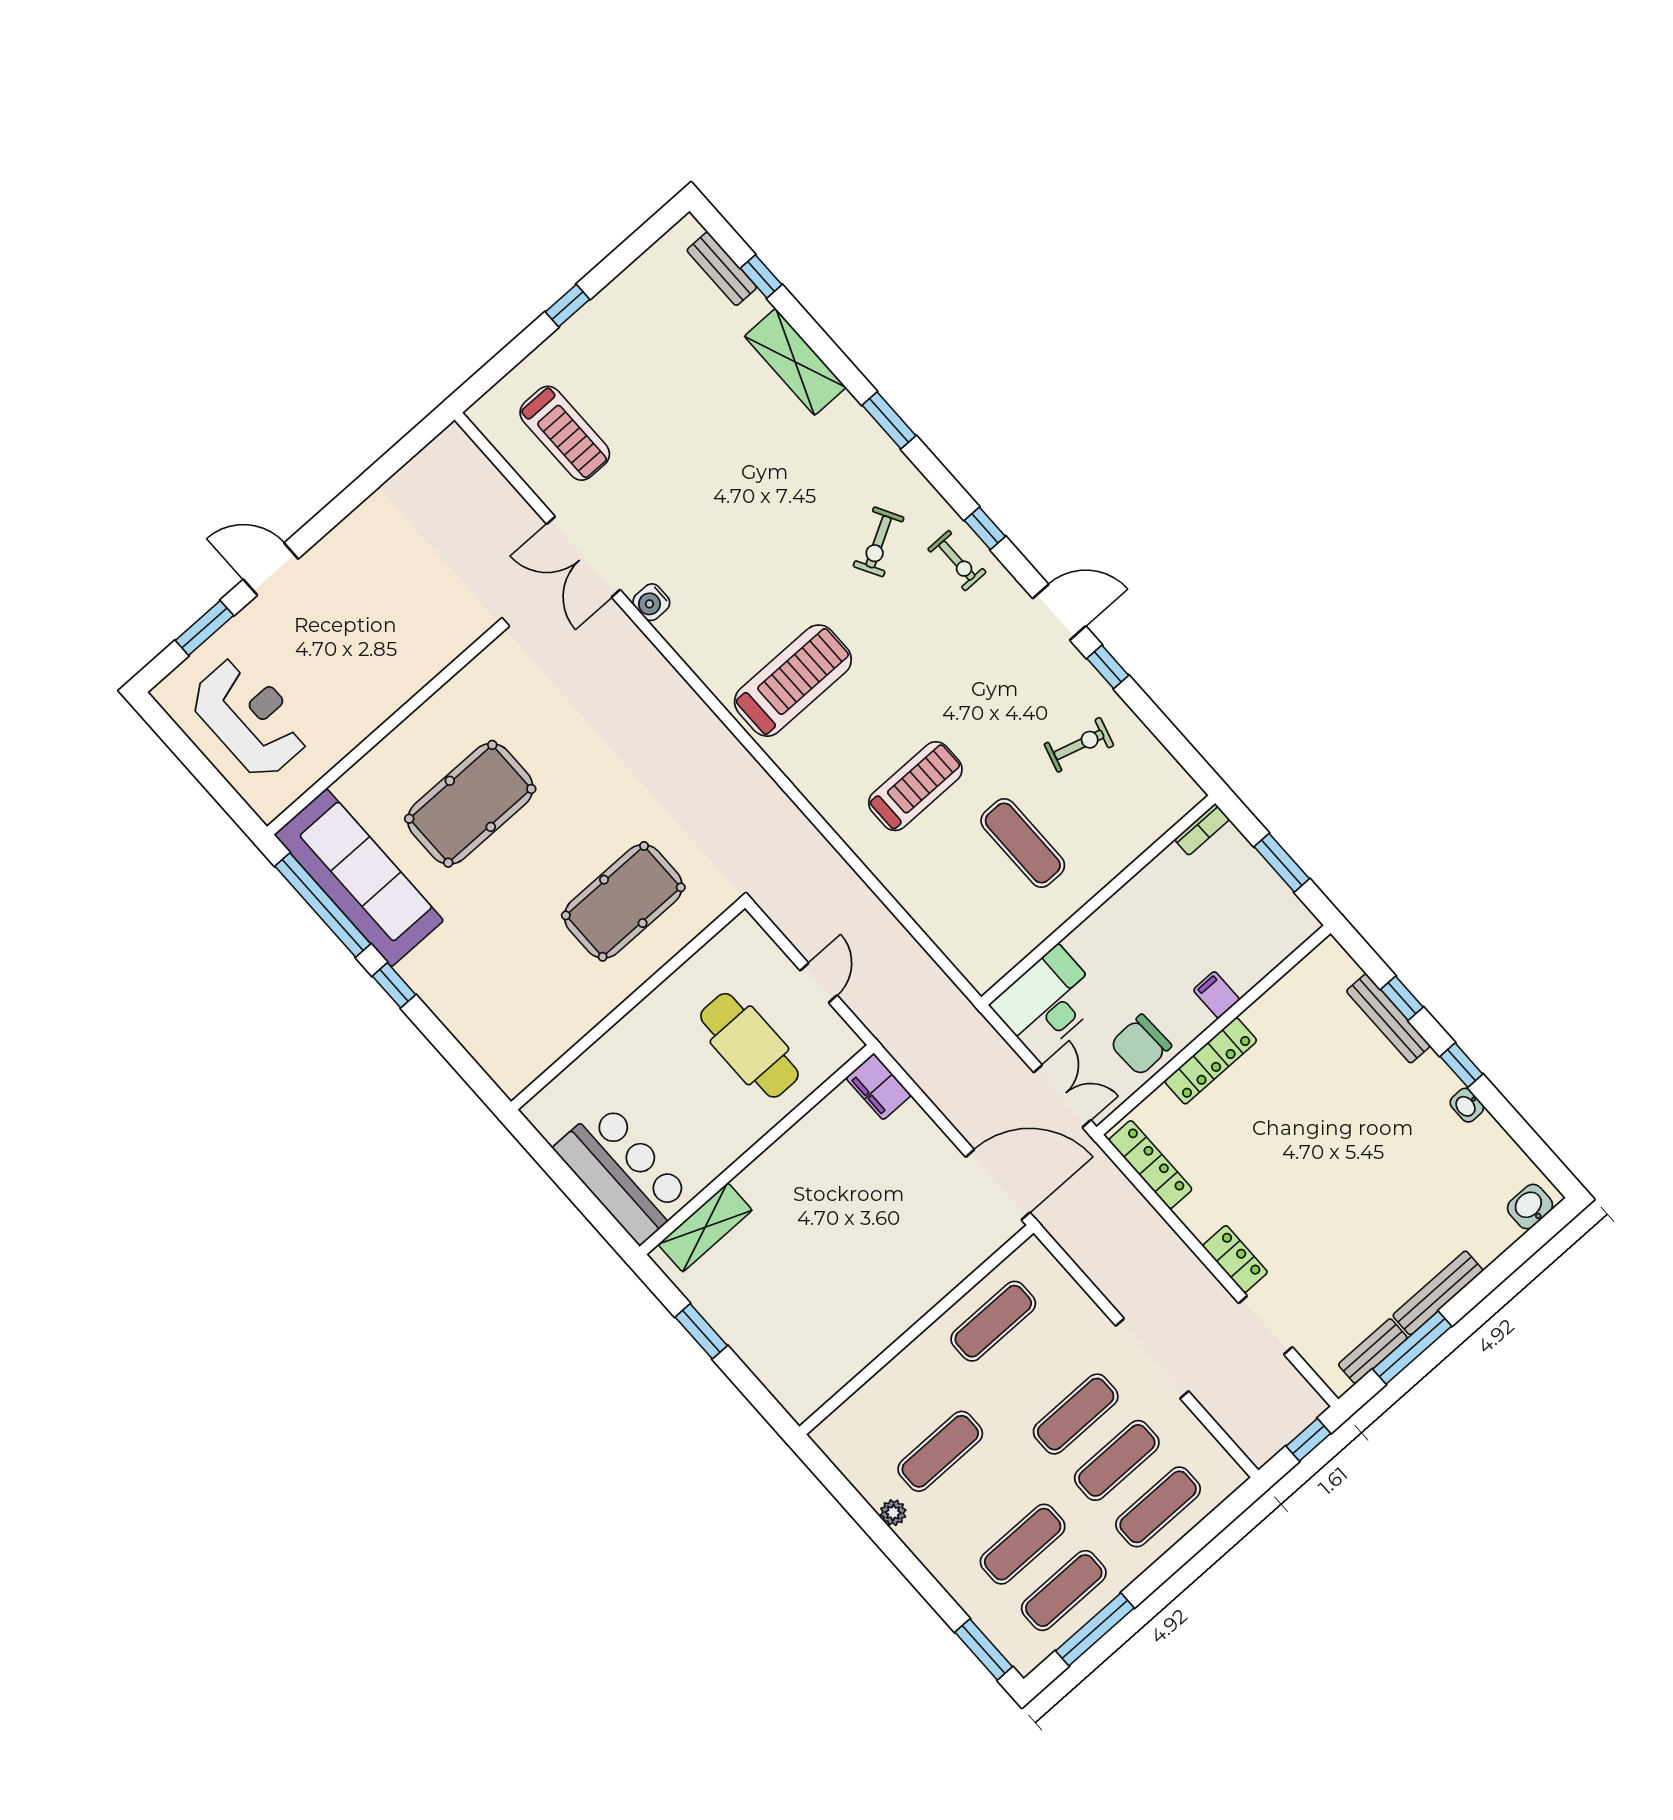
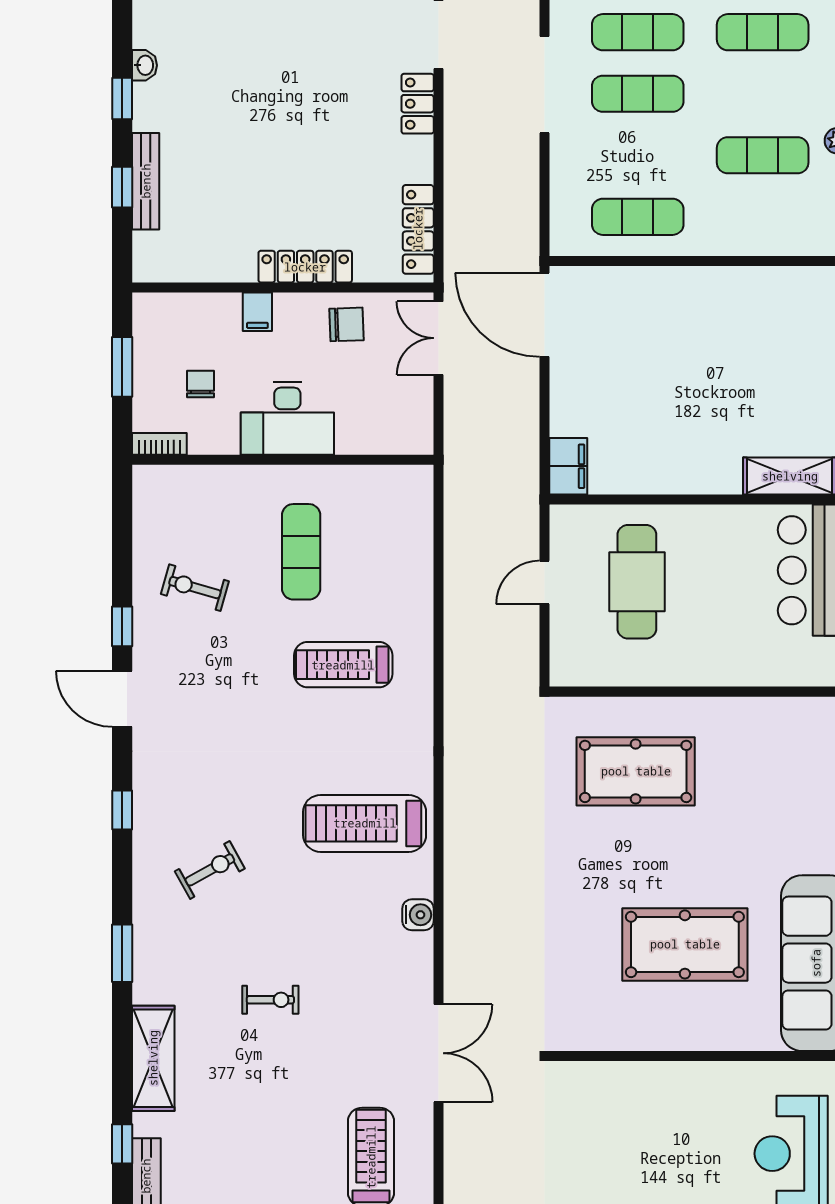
exercise bike: (957, 561) -> (270, 1000), moved, turned 90
water cooler: (651, 602) -> (418, 915), moved
chair: (1211, 902) -> (200, 384), added
desk: (1047, 1001) -> (287, 418), moved
chair: (1141, 1045) -> (347, 324), width x0.73, depth x0.73

